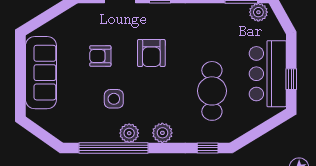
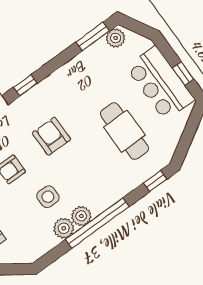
armchair: (151, 53) -> (51, 136), turned 180
plant: (162, 133) -> (64, 228), moved
window: (114, 148) -> (97, 223), moved

